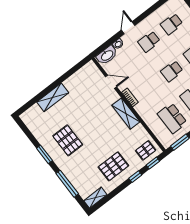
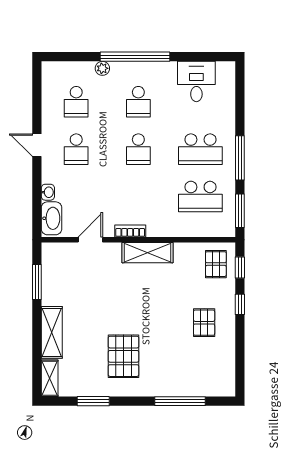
door: (128, 28) -> (37, 145), moved
window: (71, 72) -> (37, 282), added
pallet: (68, 140) -> (124, 356), turned 90
window: (44, 154) -> (93, 401), moved
pallet: (113, 166) -> (204, 323), width x0.67, depth x0.71
shelving: (95, 198) -> (50, 378), moved

